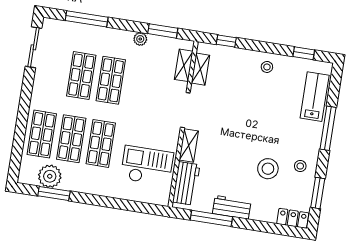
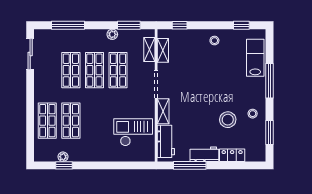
shop shelf: (101, 143) -> (118, 70), moved
plant: (50, 176) -> (63, 157), width x0.53, depth x0.53
window: (54, 194) -> (64, 165), width x0.67
locker: (293, 218) -> (232, 155), moved

